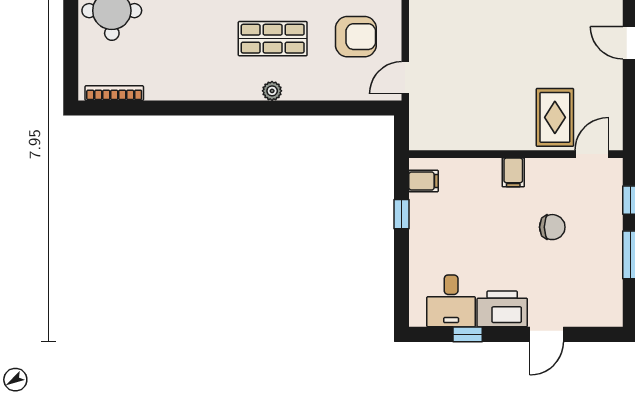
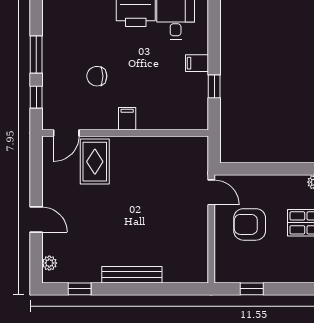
door: (405, 78) -> (211, 192), hinge flipped
filing cabinet: (424, 181) -> (197, 63), moved

